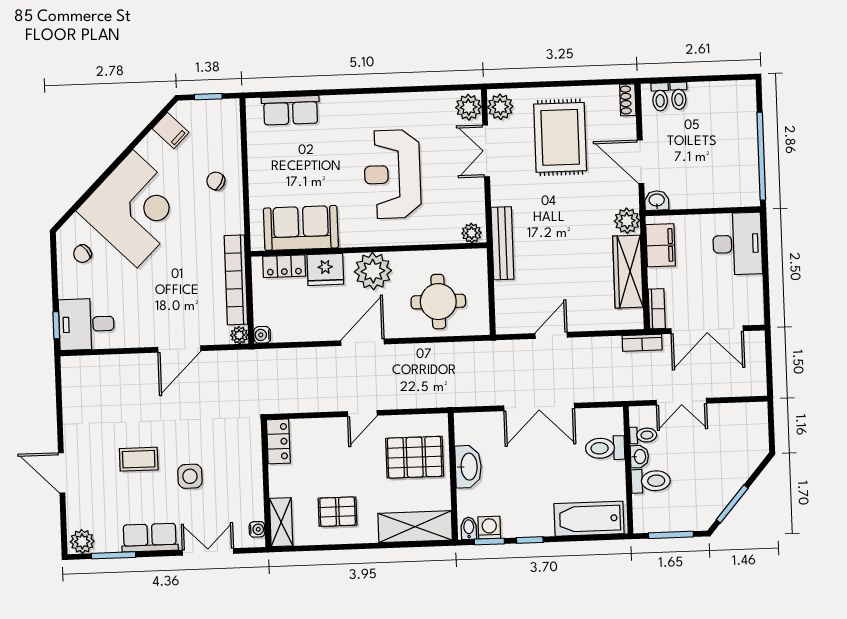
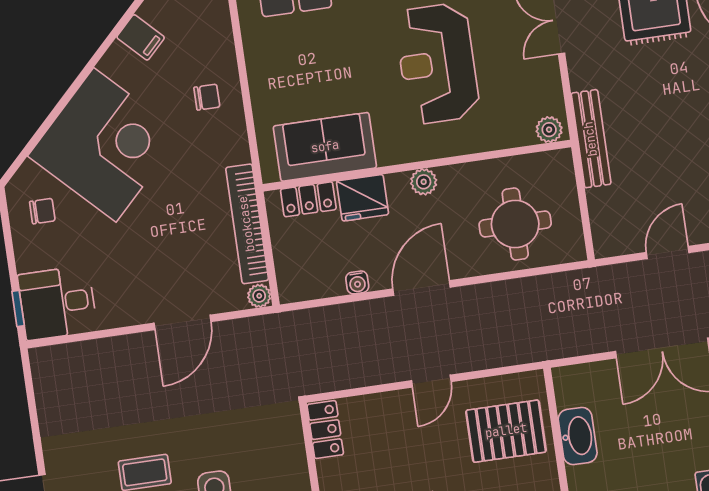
chair: (216, 181) -> (207, 97), turned 150
chair: (82, 254) -> (42, 211), turned -143
plant: (373, 271) -> (424, 182), width x0.53, depth x0.53
water cooler: (262, 335) -> (357, 282), moved, turned -90

